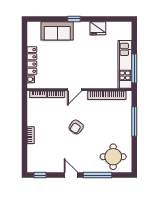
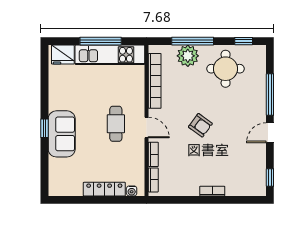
fridge: (98, 28) -> (63, 55), moved, turned 90
sofa: (57, 31) -> (62, 134), moved
cafe table: (77, 68) -> (116, 124), added
window: (134, 68) -> (101, 41), moved
plant: (124, 118) -> (188, 56), added
round table: (113, 157) -> (226, 69), moved
window: (134, 157) -> (244, 41), added

